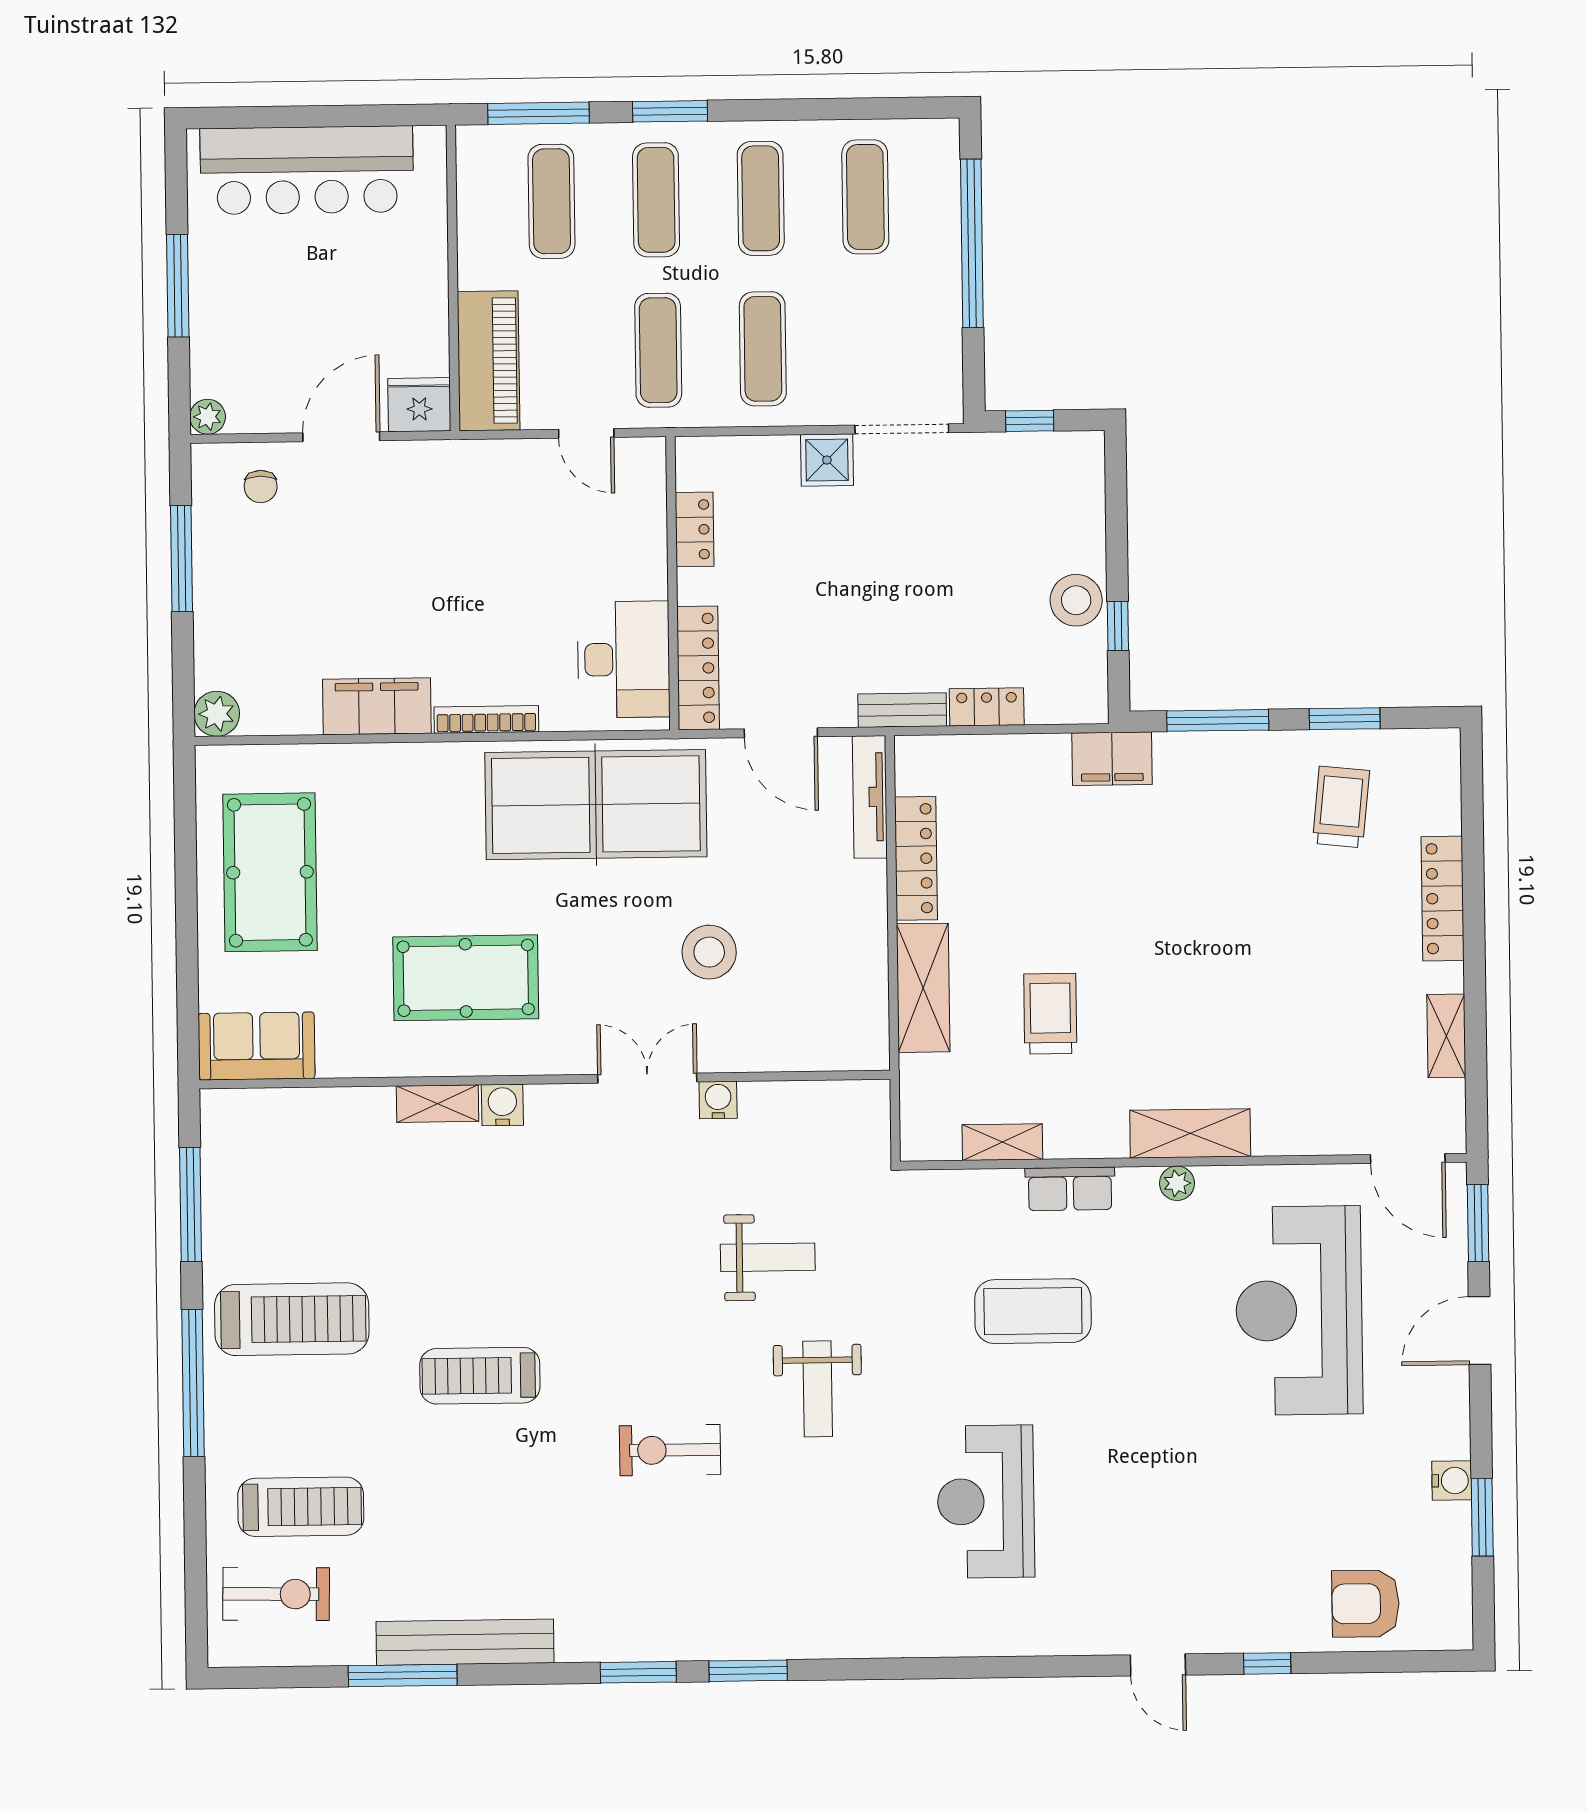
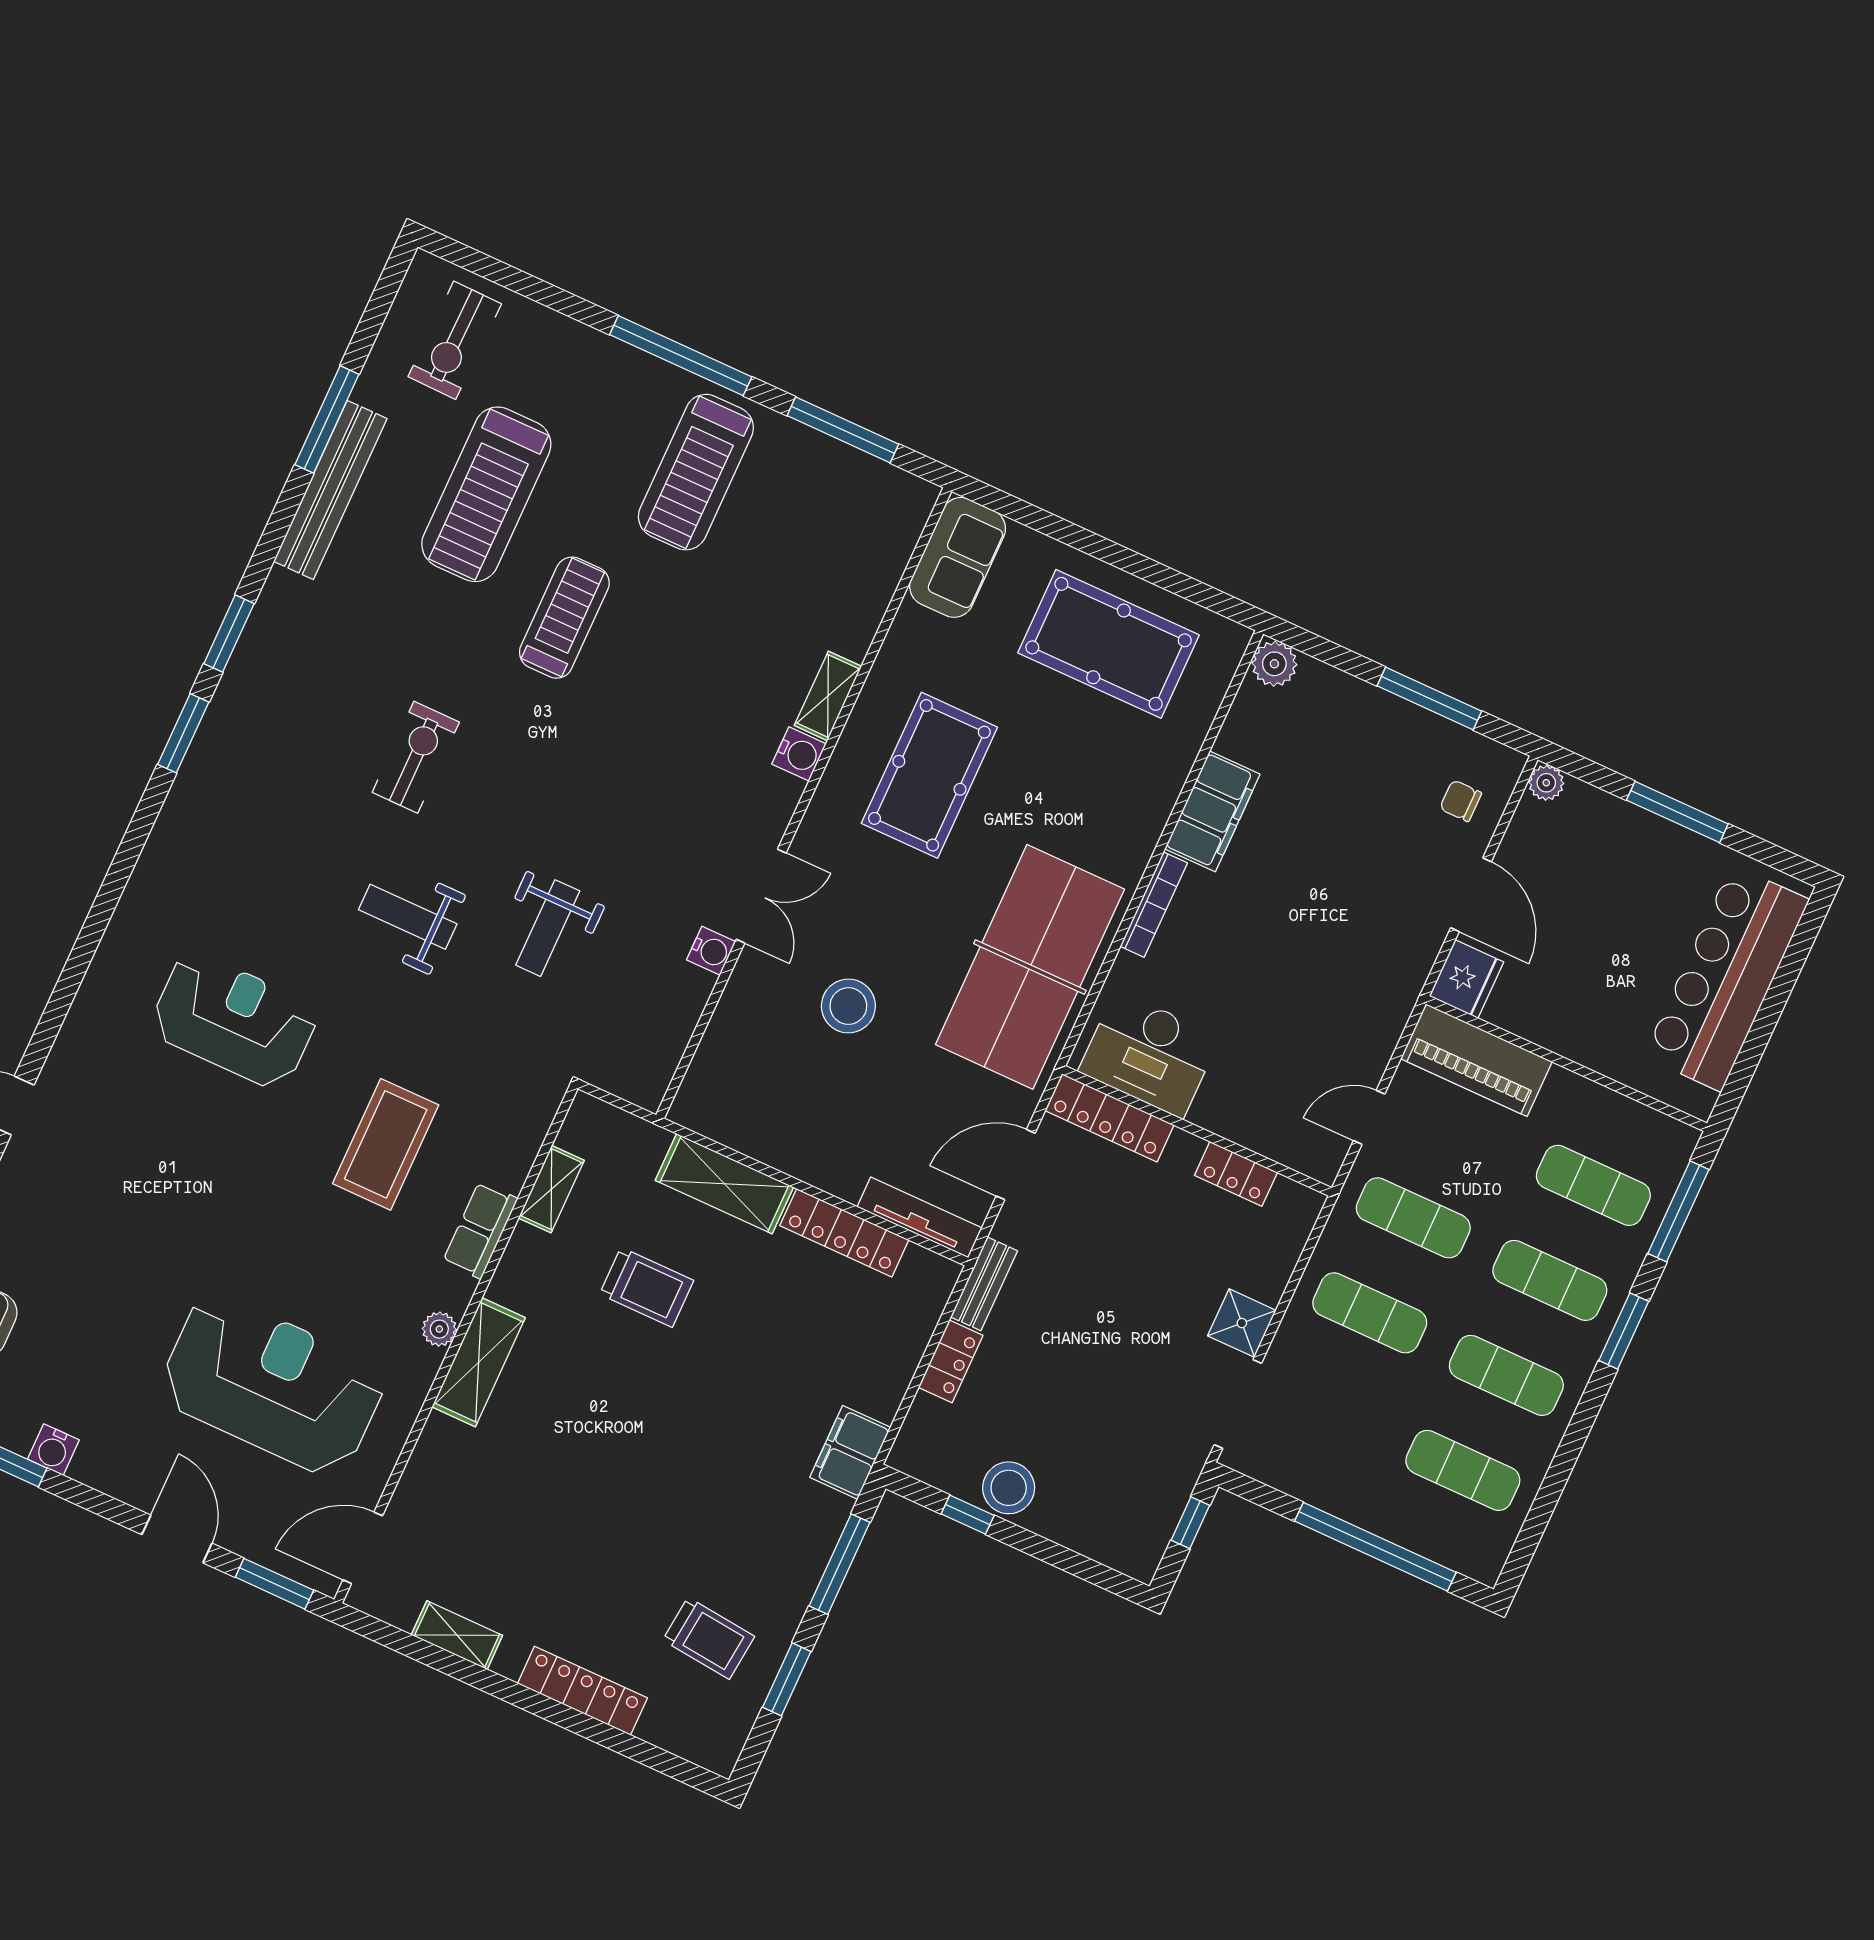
treadmill: (301, 1507) -> (486, 494), moved, width x1.37, depth x1.37

